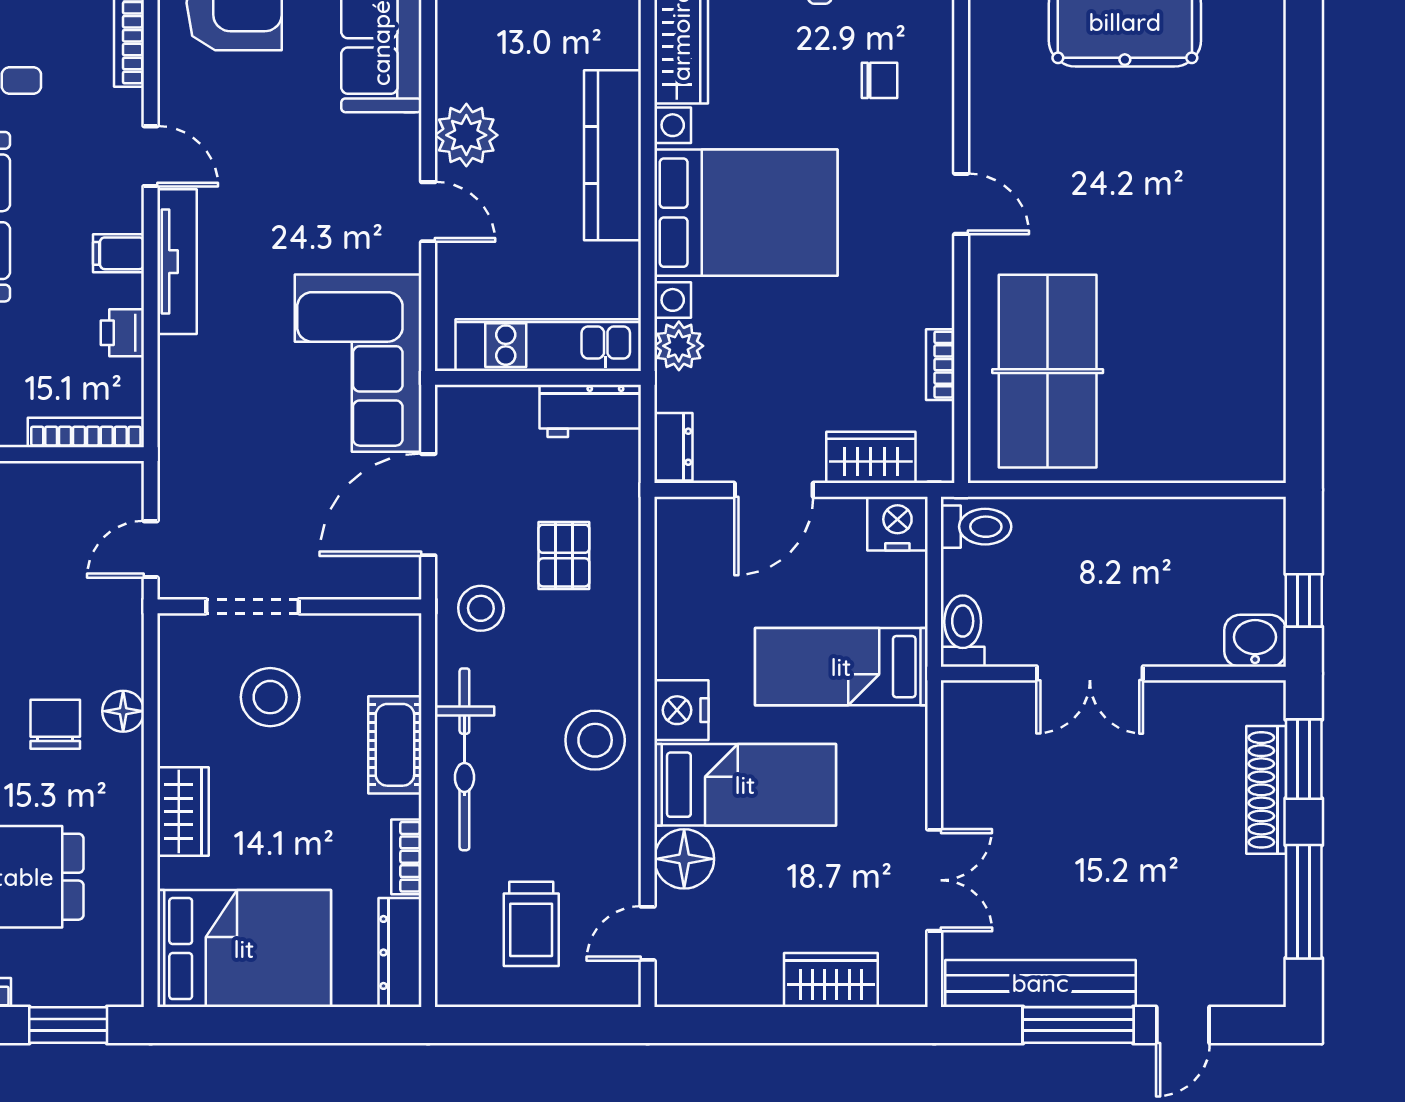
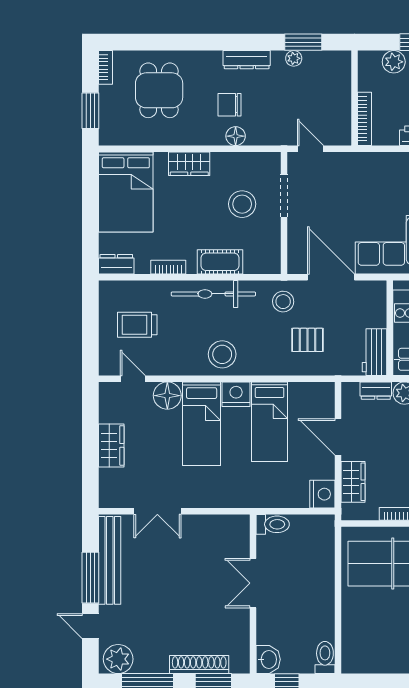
dresser: (673, 447) -> (376, 391), moved
toilet: (976, 527) -> (325, 657), moved, turned 180
bed: (841, 667) -> (270, 422), moved, turned 180
chair: (55, 724) -> (230, 105), turned 180
dresser: (400, 952) -> (116, 264), width x0.70
plant: (1254, 965) -> (118, 659), added
wardrobe: (831, 980) -> (111, 445), moved

